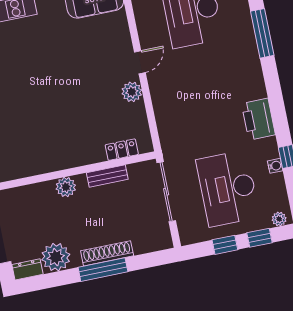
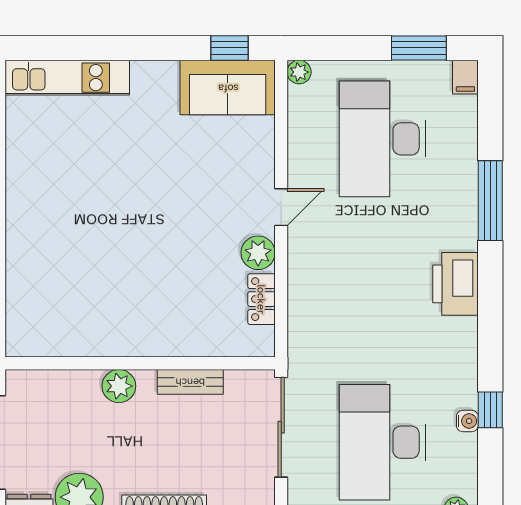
printer: (258, 119) -> (456, 284), moved
locker: (122, 150) -> (261, 299), moved, turned -90

